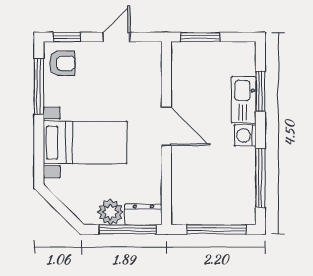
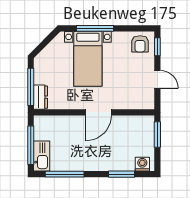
window: (39, 86) -> (95, 28), moved
kitchen sink: (244, 100) -> (42, 156), moved, turned 90
washing machine: (245, 135) -> (142, 164), moved
plant: (110, 212) -> (42, 75), removed

